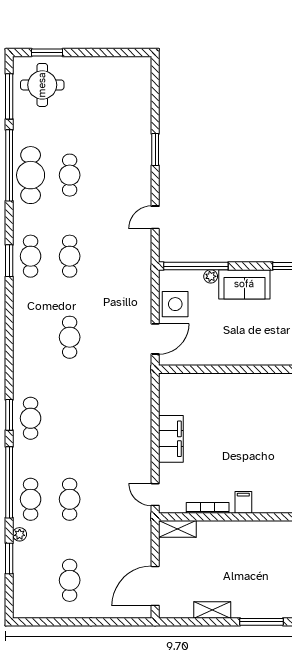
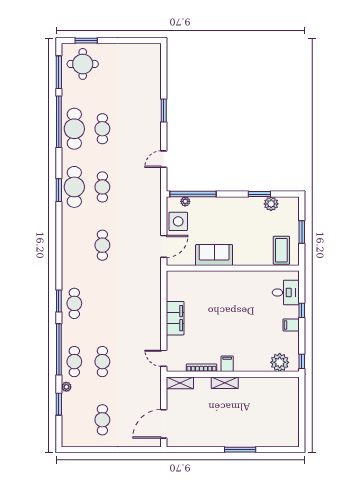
cafe table: (31, 256) -> (74, 187), width x1.37, depth x1.35
plant: (211, 276) -> (185, 201), moved
sofa: (244, 284) -> (214, 255), moved, turned 180
shelving: (212, 610) -> (225, 383), moved

